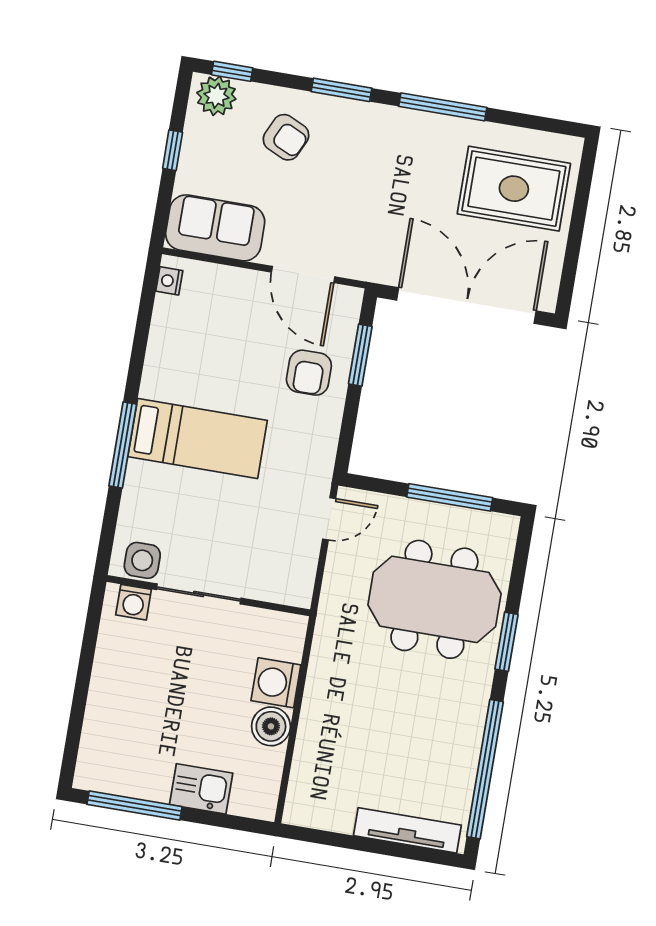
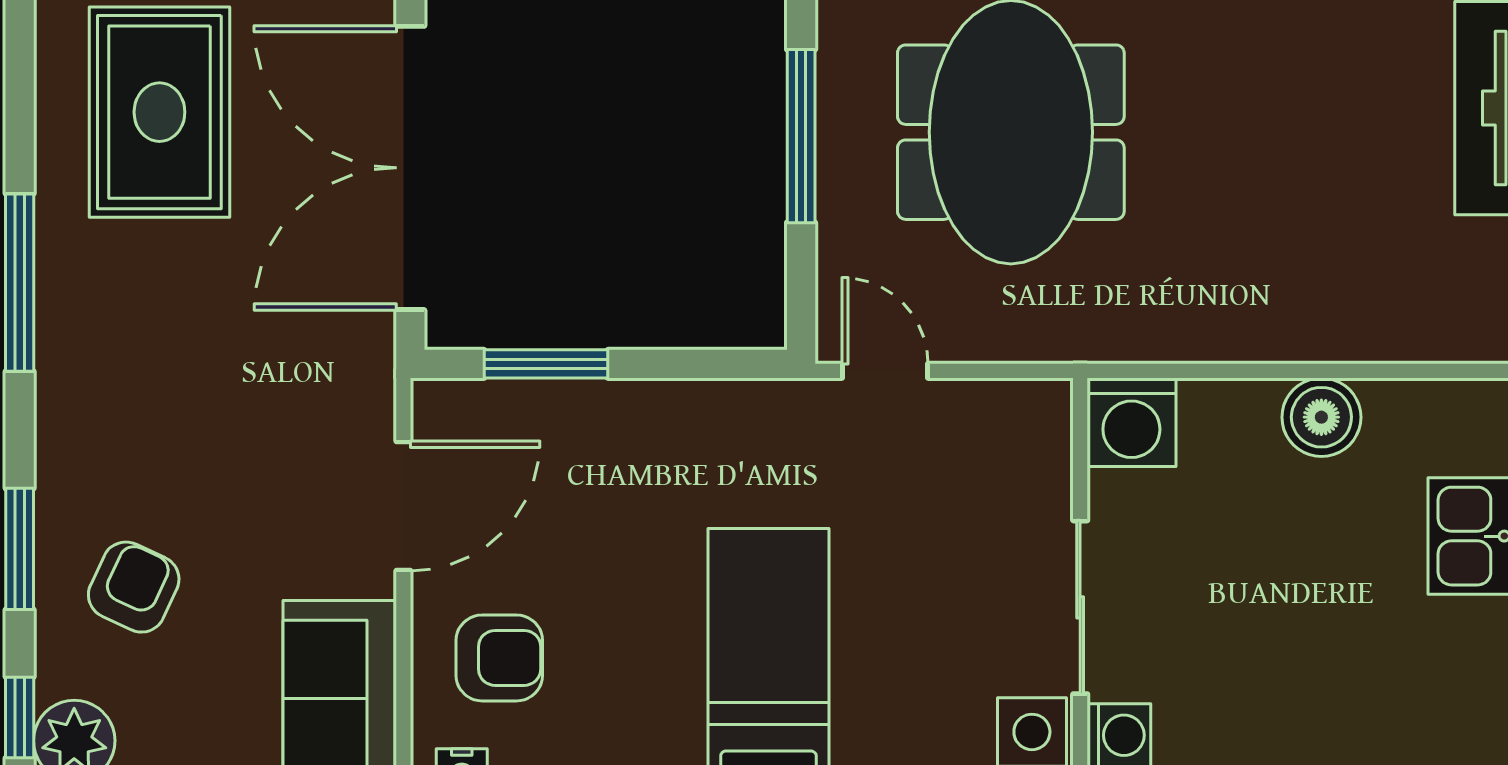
window: (342, 90) -> (20, 549), moved
armchair: (309, 373) -> (499, 658), moved
washing machine: (276, 683) -> (1131, 422), moved

